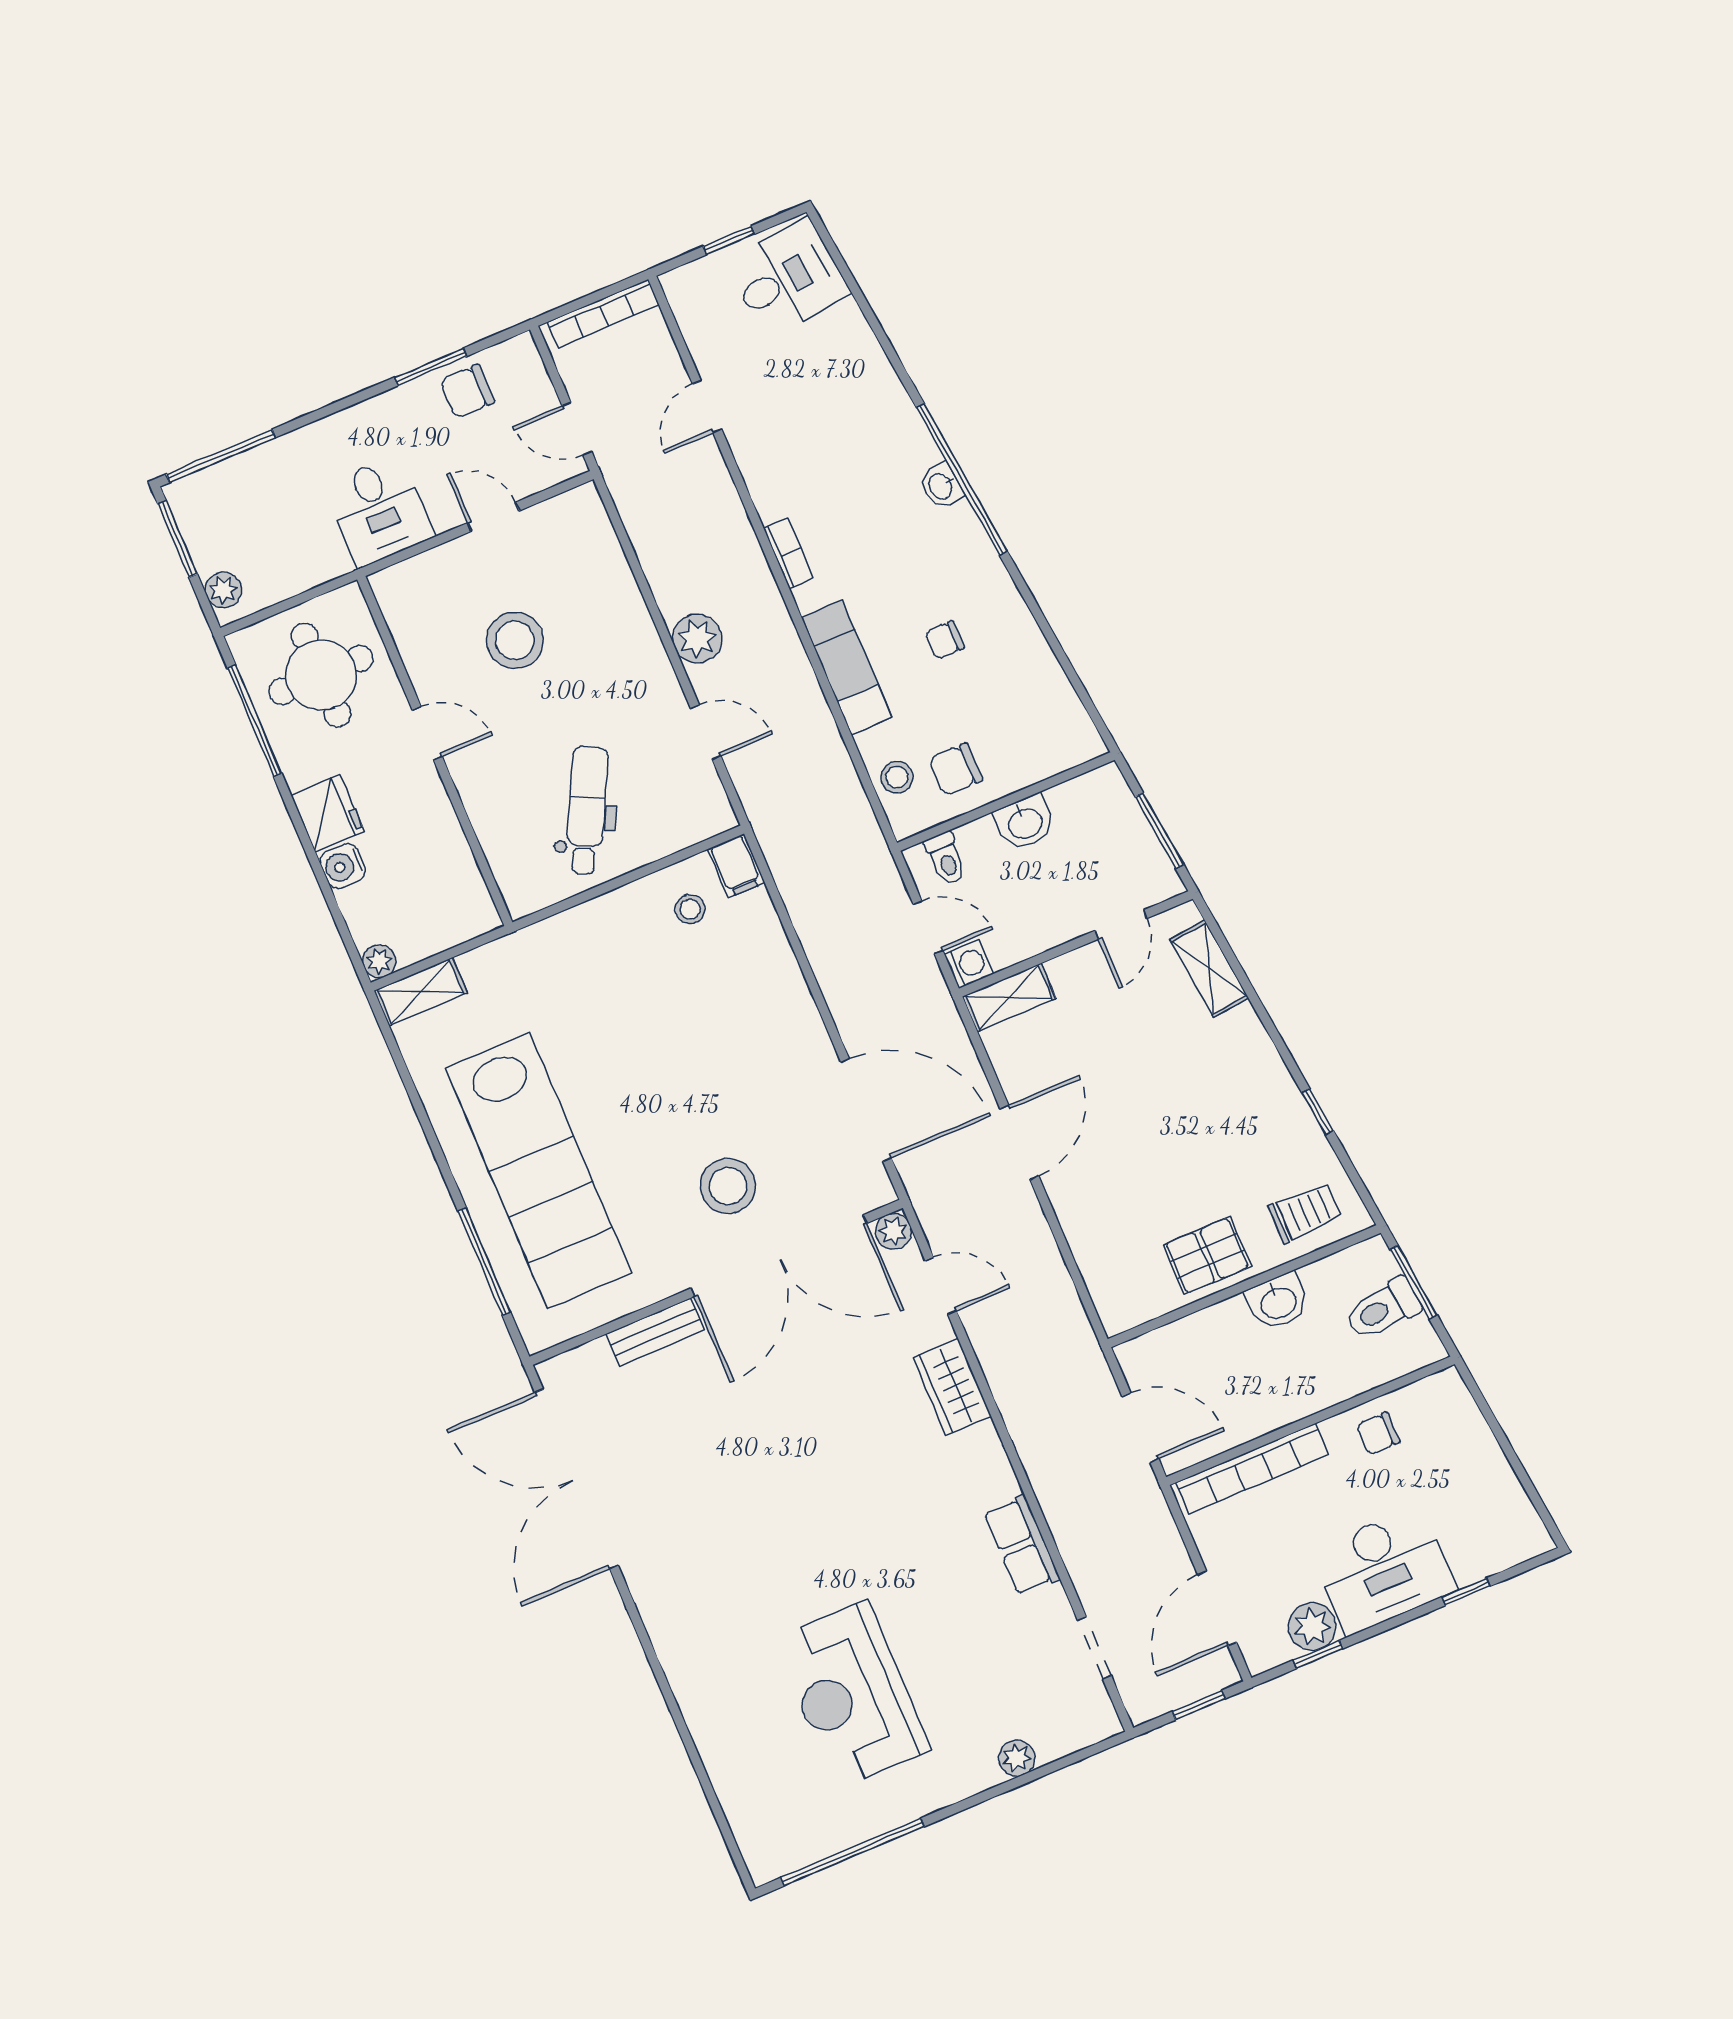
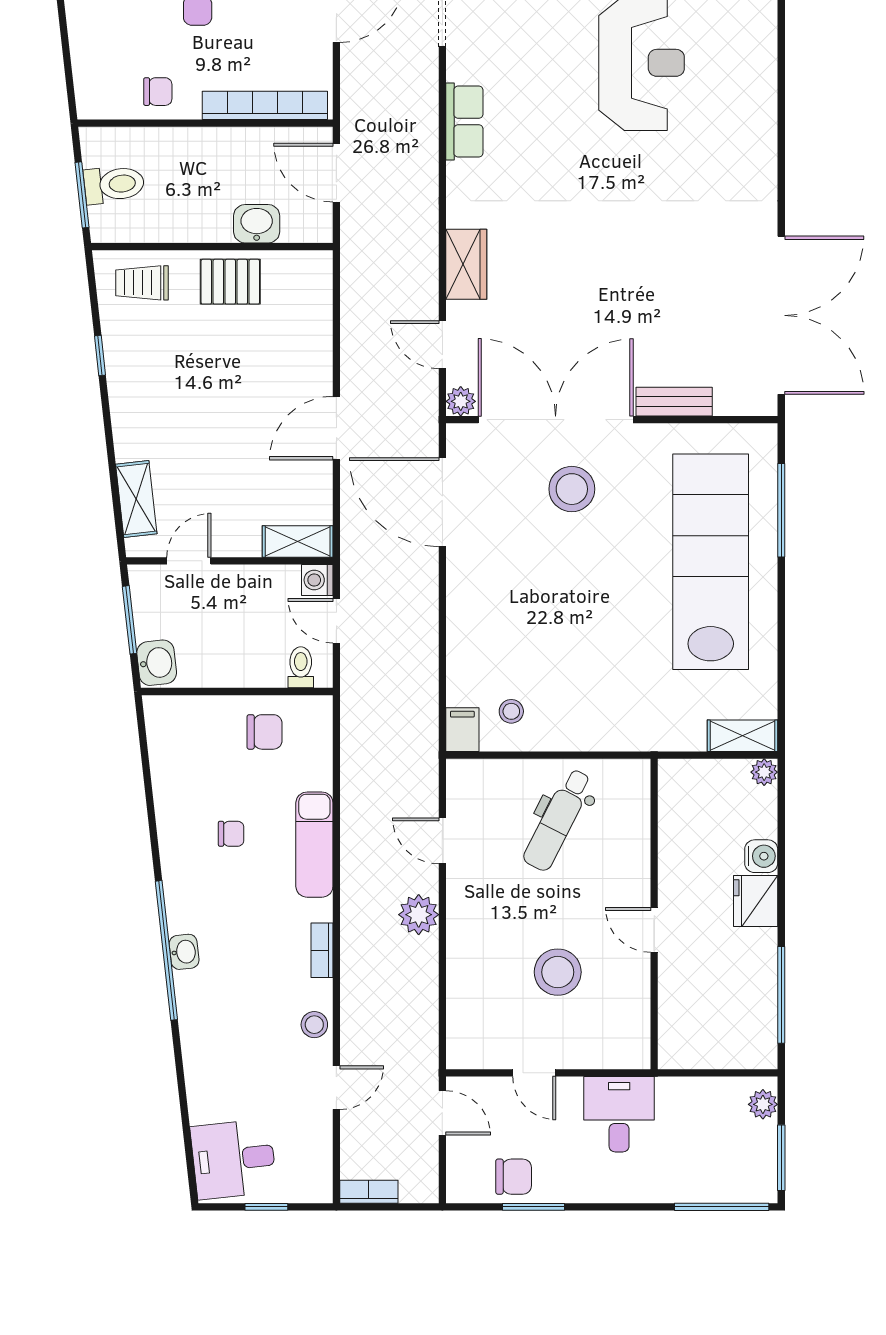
bookcase: (603, 313) -> (369, 1192), width x0.64
round table: (321, 675) -> (716, 1008), removed
stool: (897, 777) -> (314, 1025), moved
washbasin: (1025, 823) -> (157, 663), moved, turned 84
washbasin: (1278, 1302) -> (257, 224), moved

